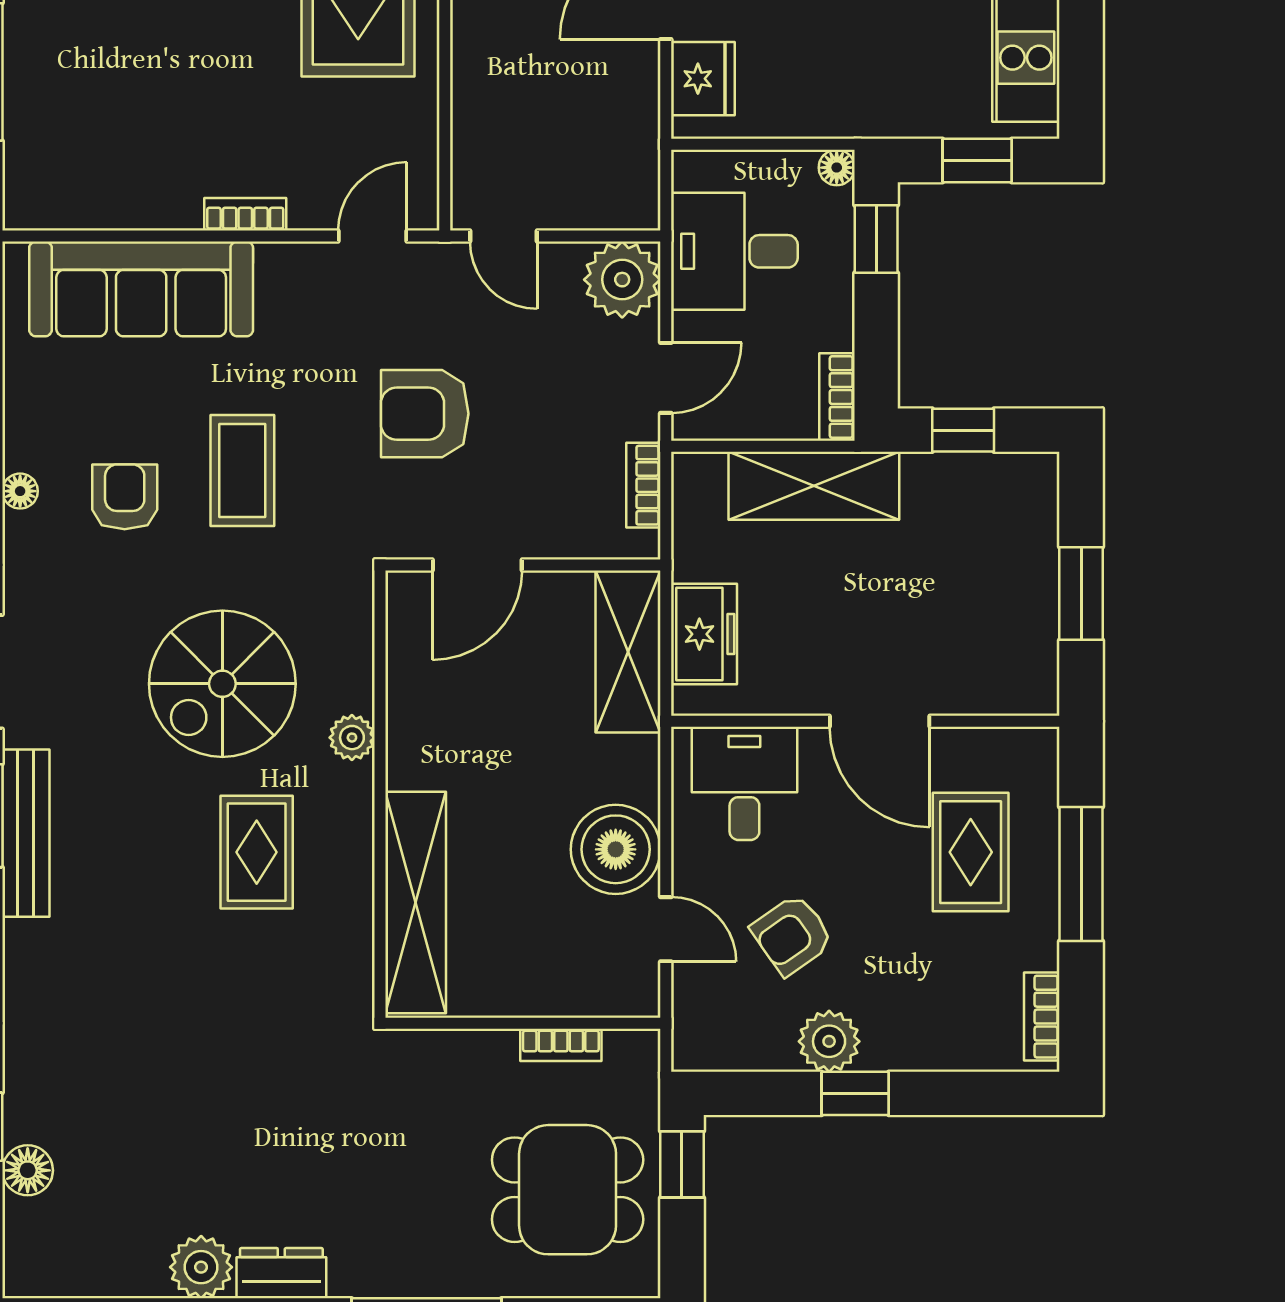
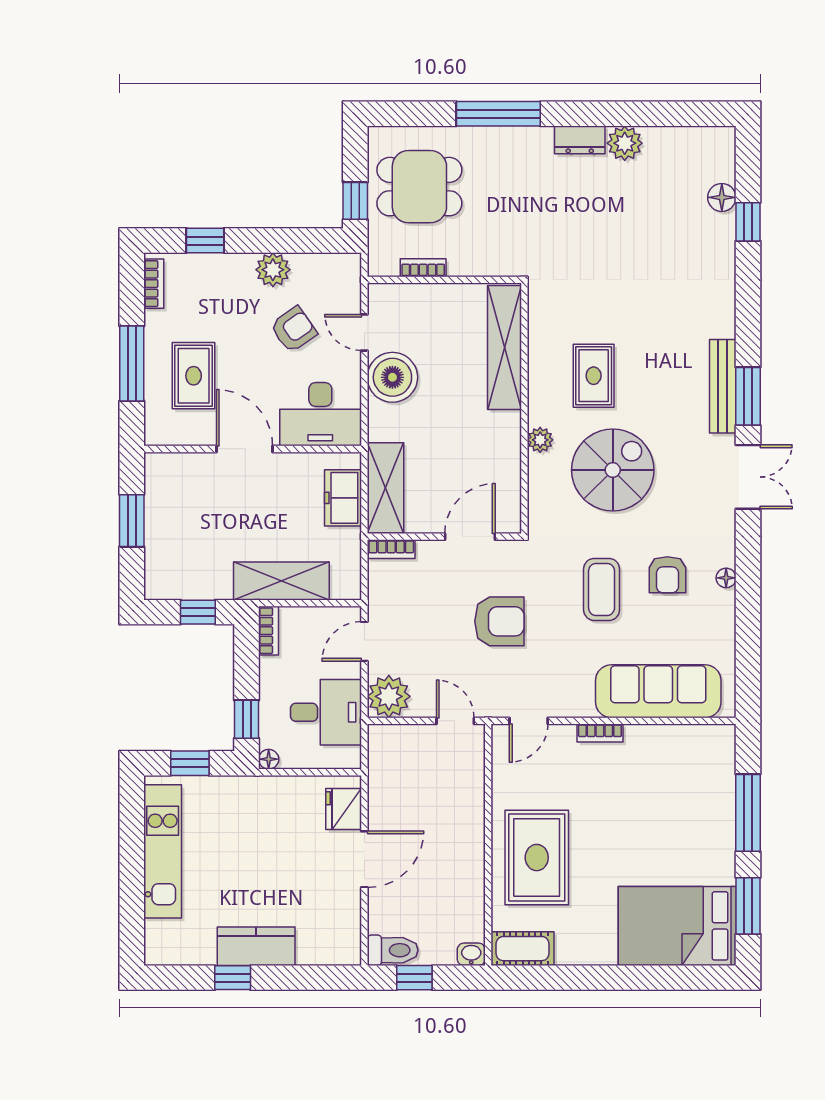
bookcase: (643, 485) -> (391, 549), moved, turned 90
desk: (744, 783) -> (320, 414), width x1.37
window: (855, 1093) -> (205, 241), moved

